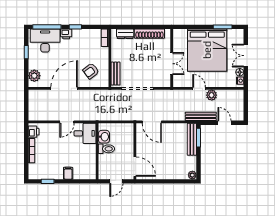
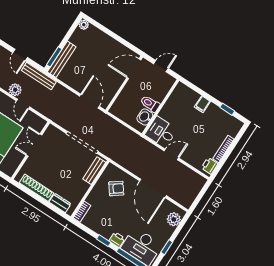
door: (64, 88) -> (153, 188), hinge flipped
door: (135, 167) -> (134, 69), hinge flipped

